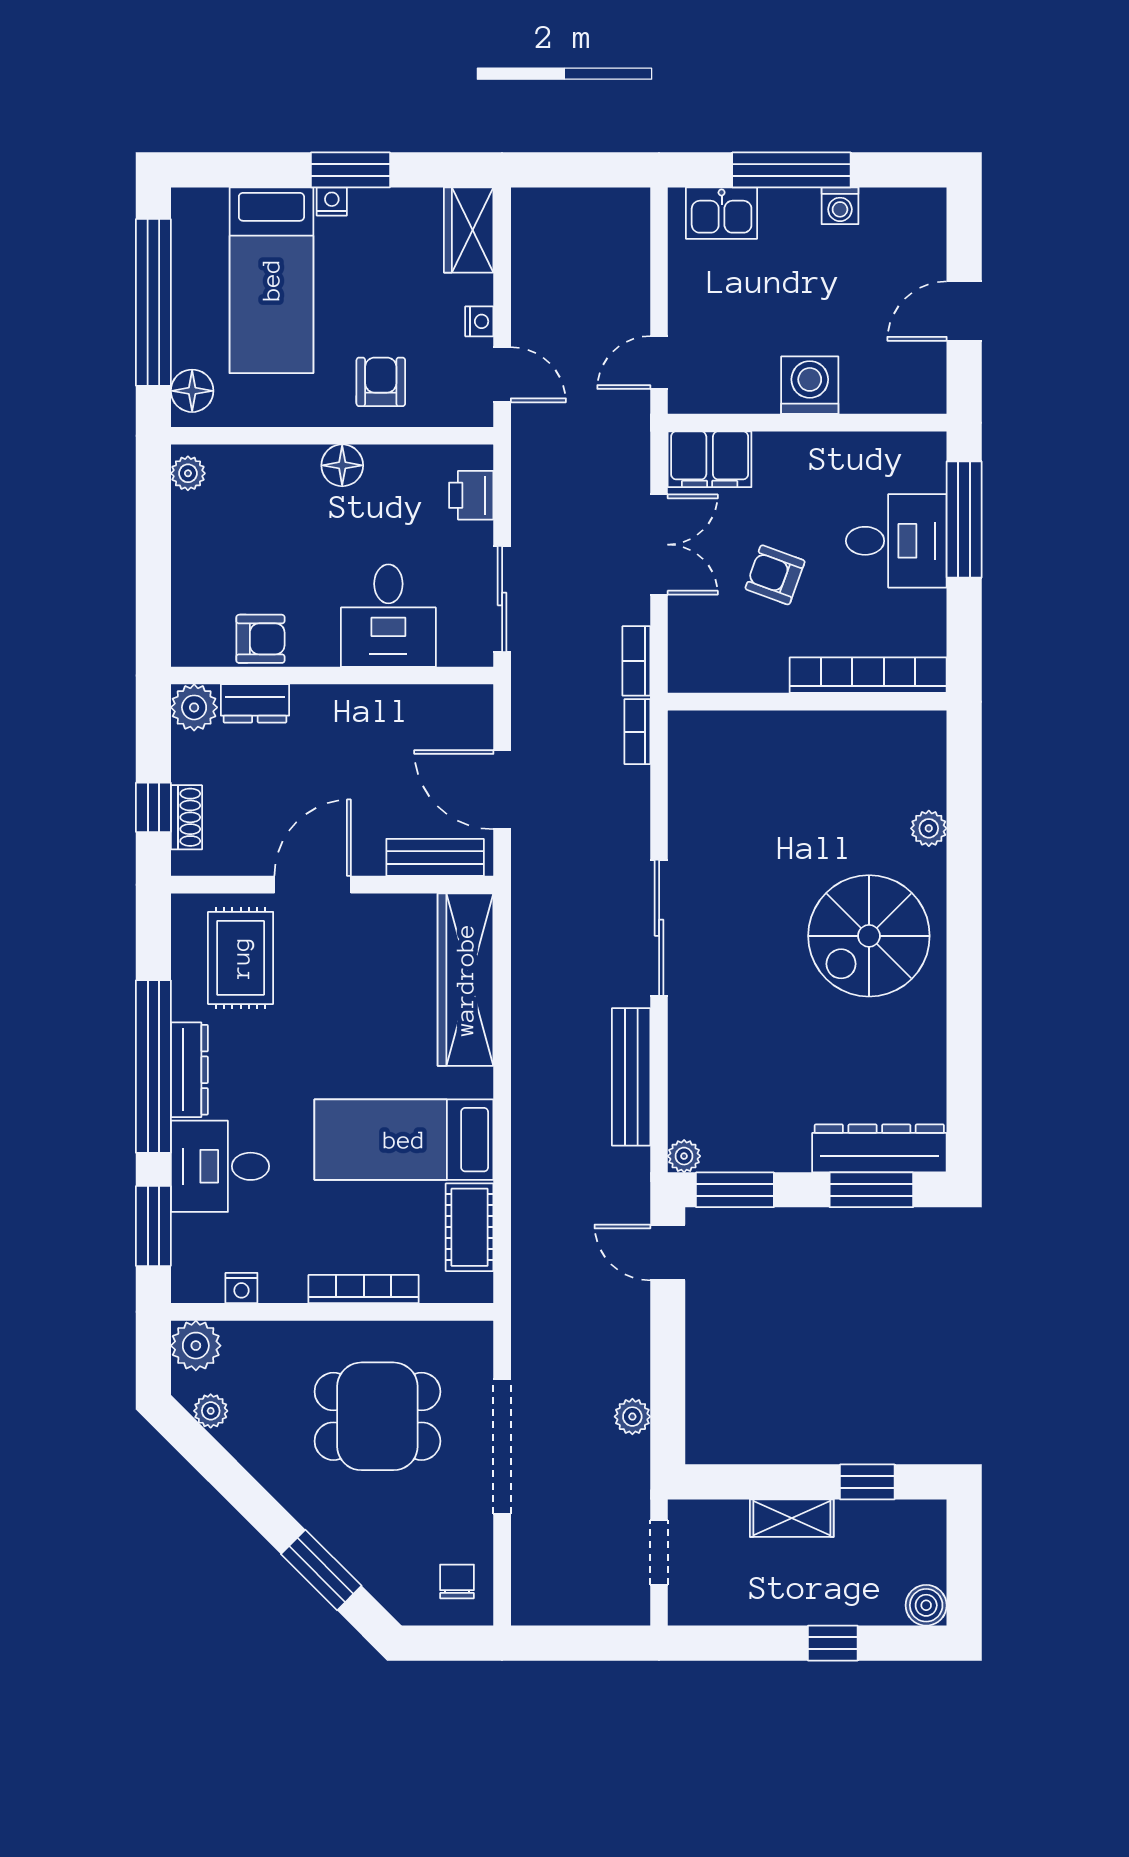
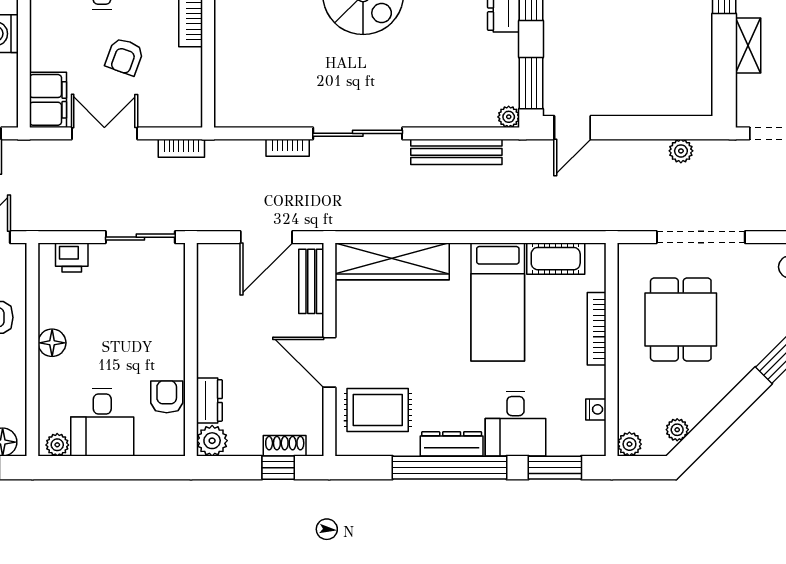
desk: (388, 616) -> (102, 422), moved, turned 90
bookcase: (637, 732) -> (288, 148), moved
plant: (196, 1346) -> (629, 444), width x0.73, depth x0.73

